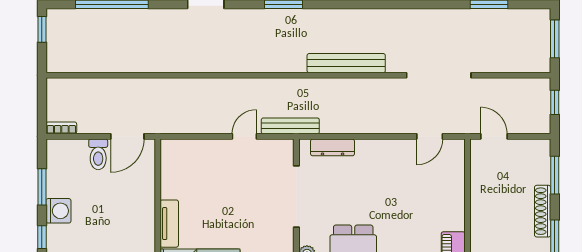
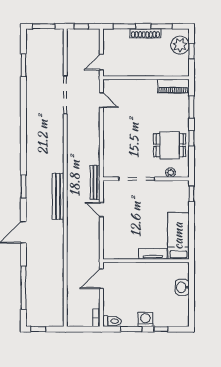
bench: (346, 63) -> (58, 196), moved
door: (127, 136) -> (101, 279), swing flipped
dresser: (333, 147) -> (108, 157), removed
toilet: (98, 154) -> (112, 321), moved

